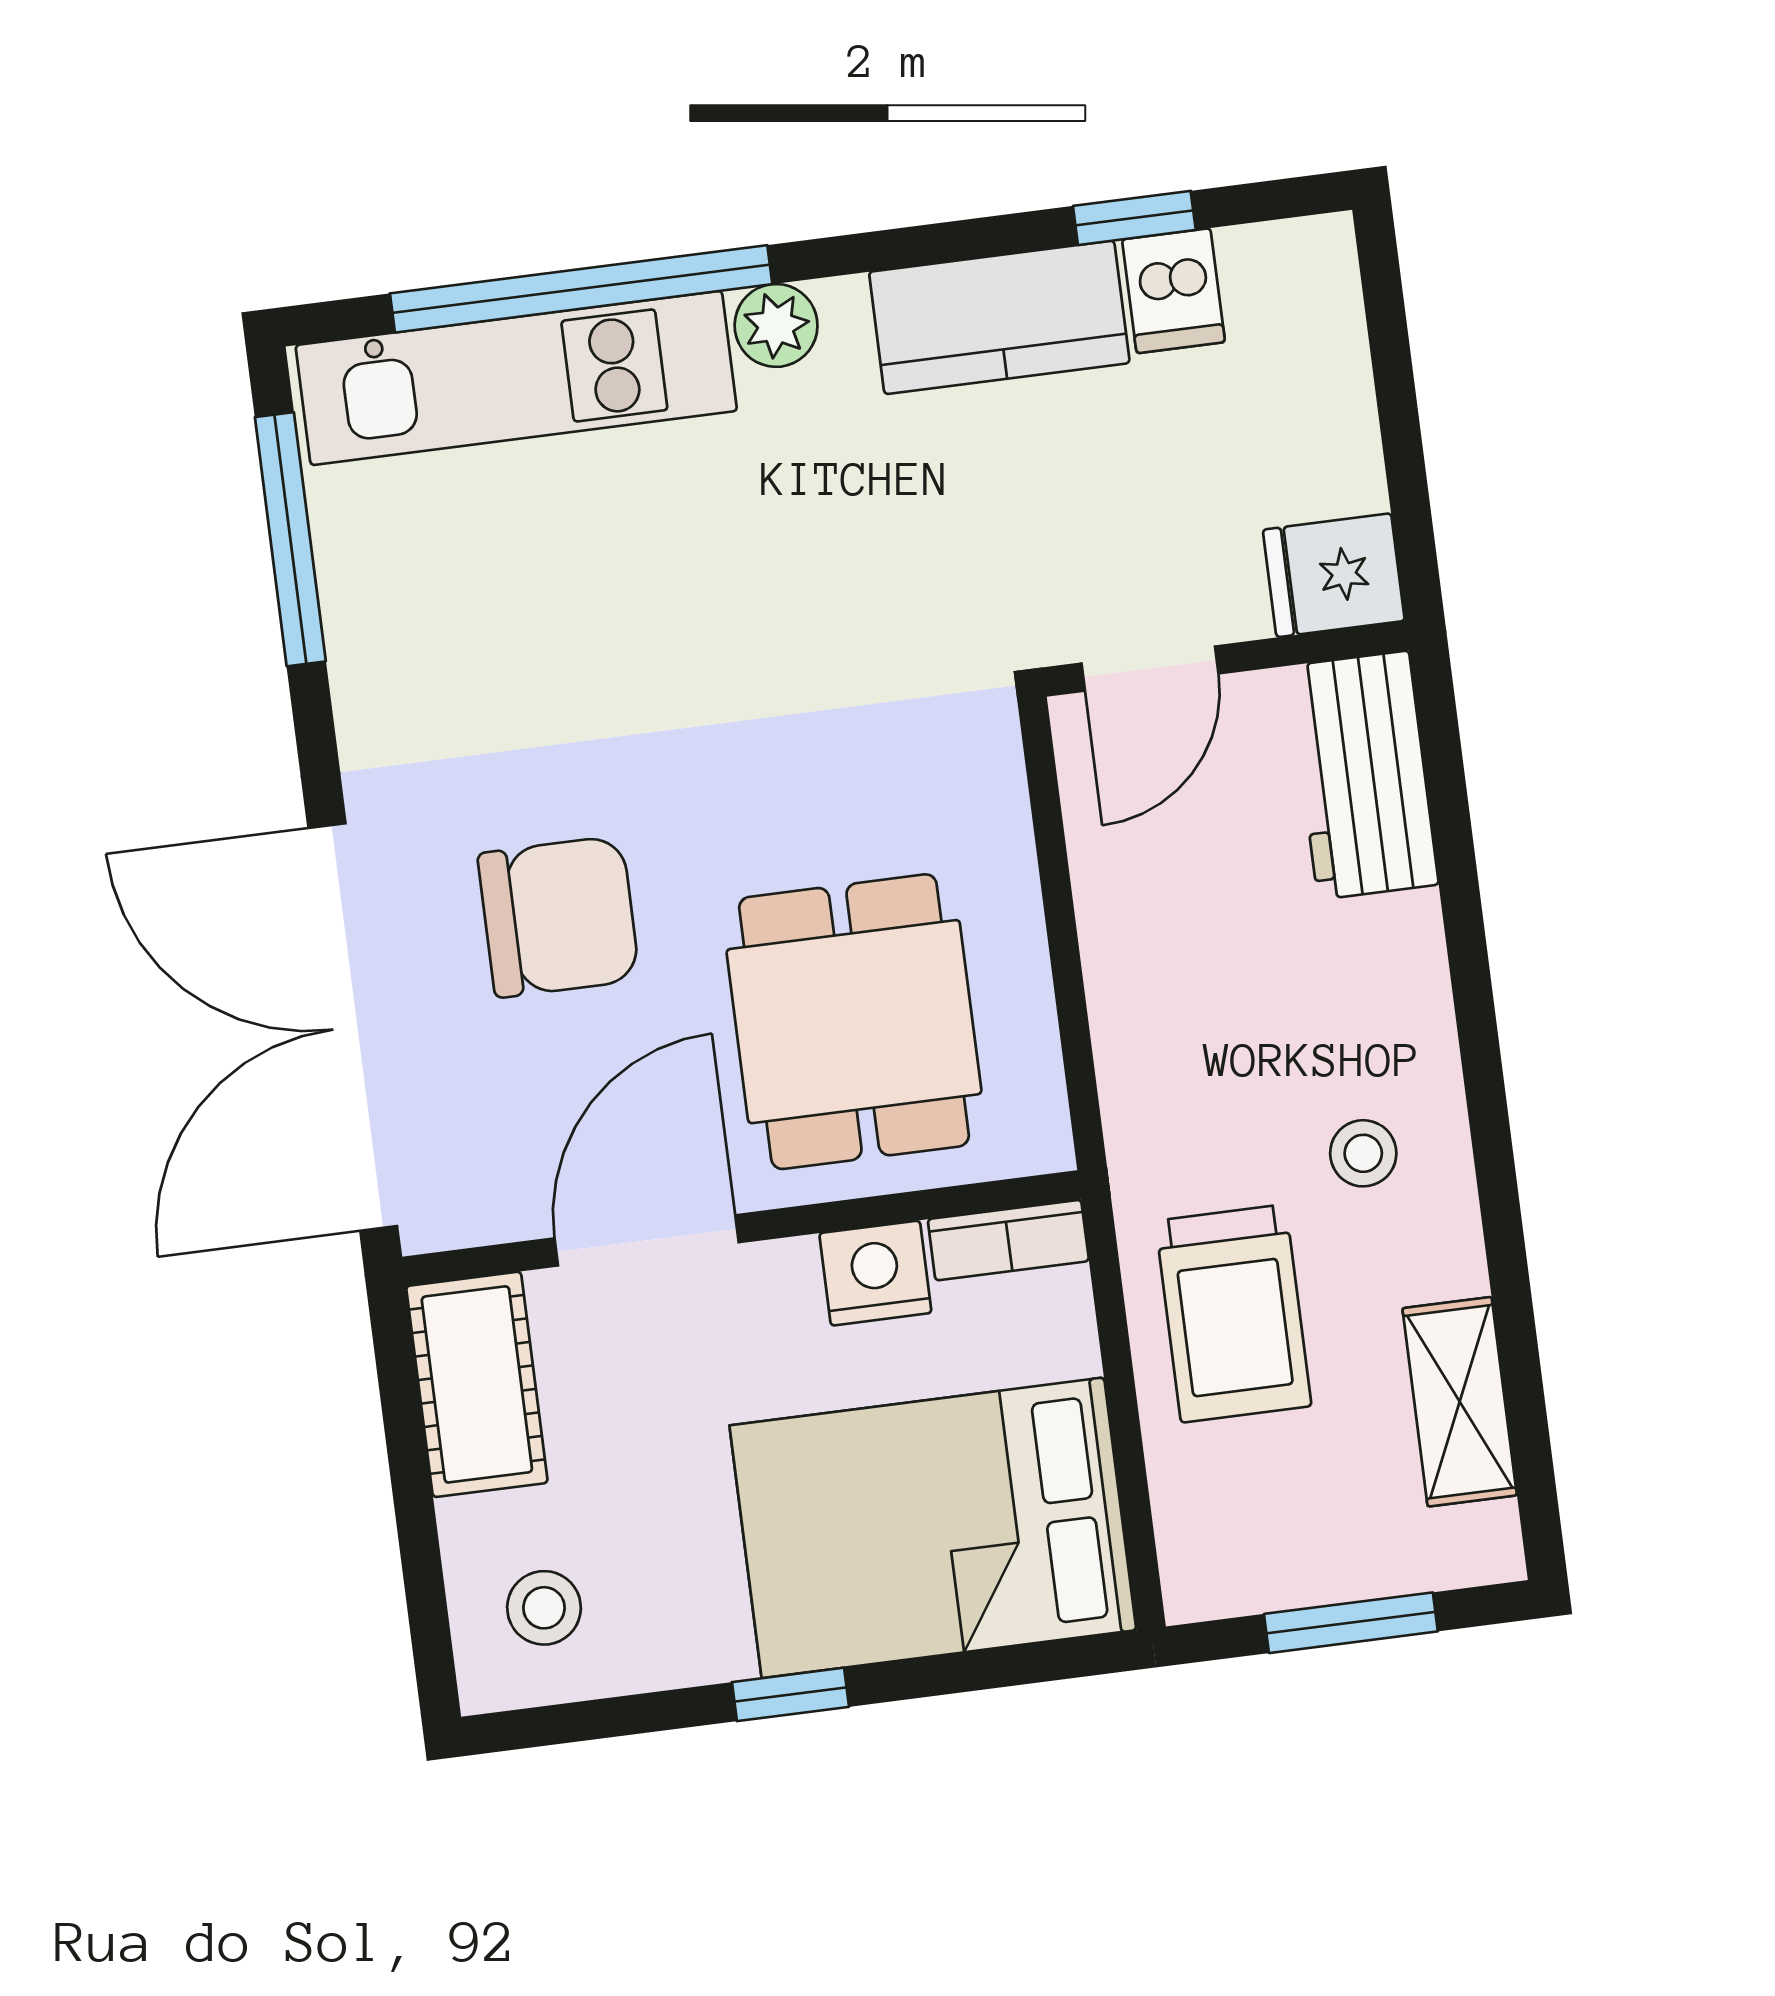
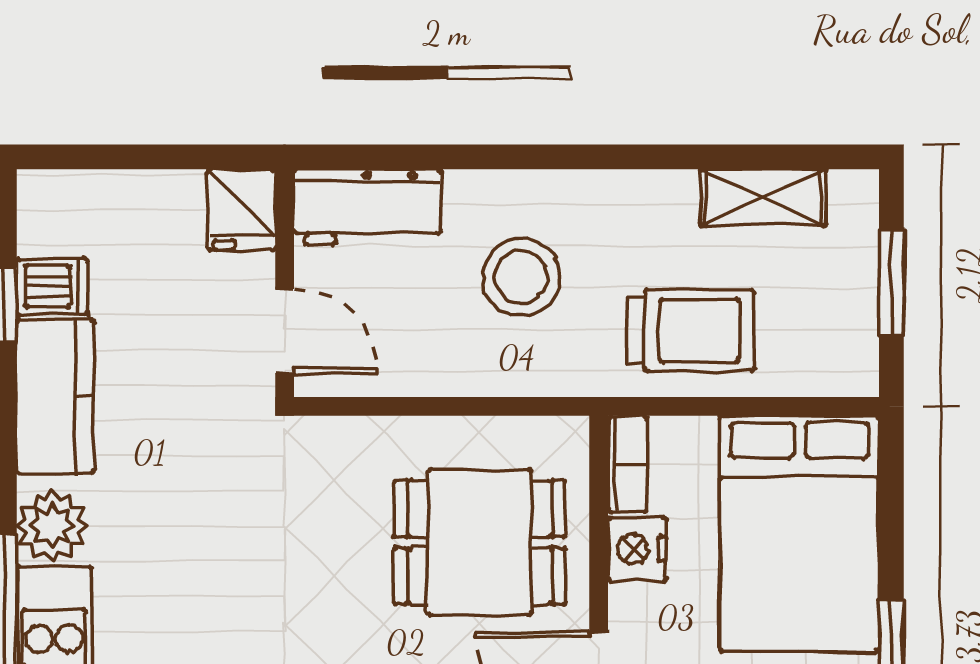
plant: (776, 325) -> (52, 526), width x1.38, depth x1.38
stool: (1363, 1153) -> (521, 277), moved, width x1.89, depth x1.89

